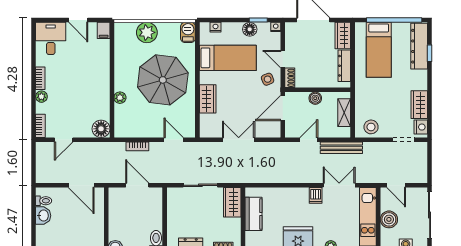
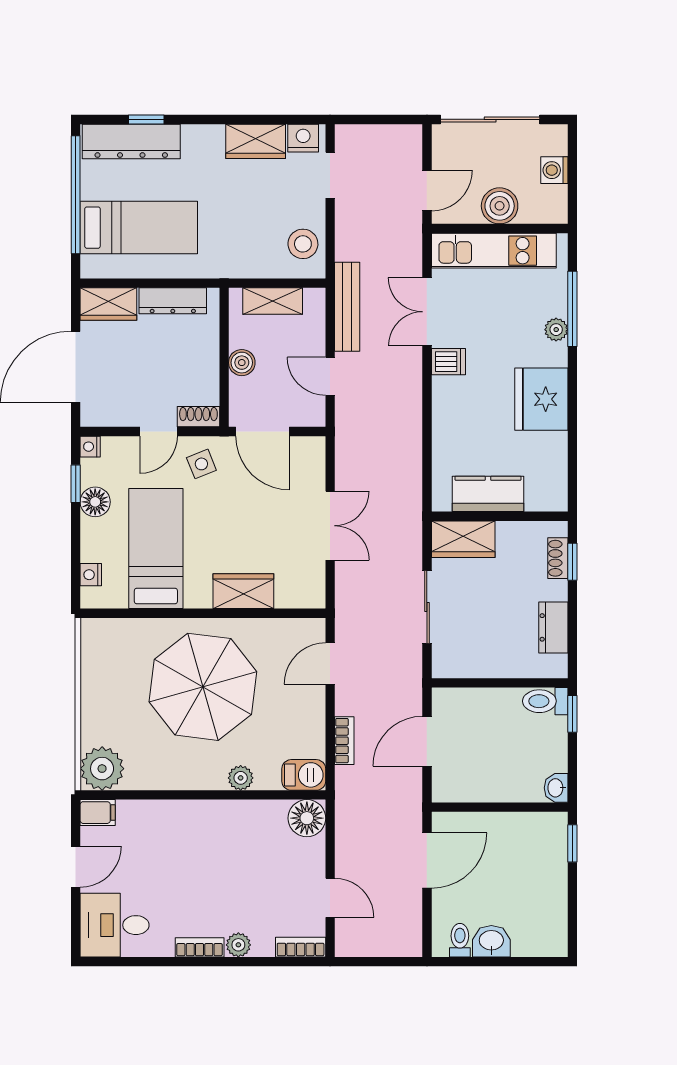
plant: (147, 32) -> (102, 769), moved
barbecue: (188, 32) -> (304, 775), moved, turned 180
double door: (239, 140) -> (330, 526), swing flipped

